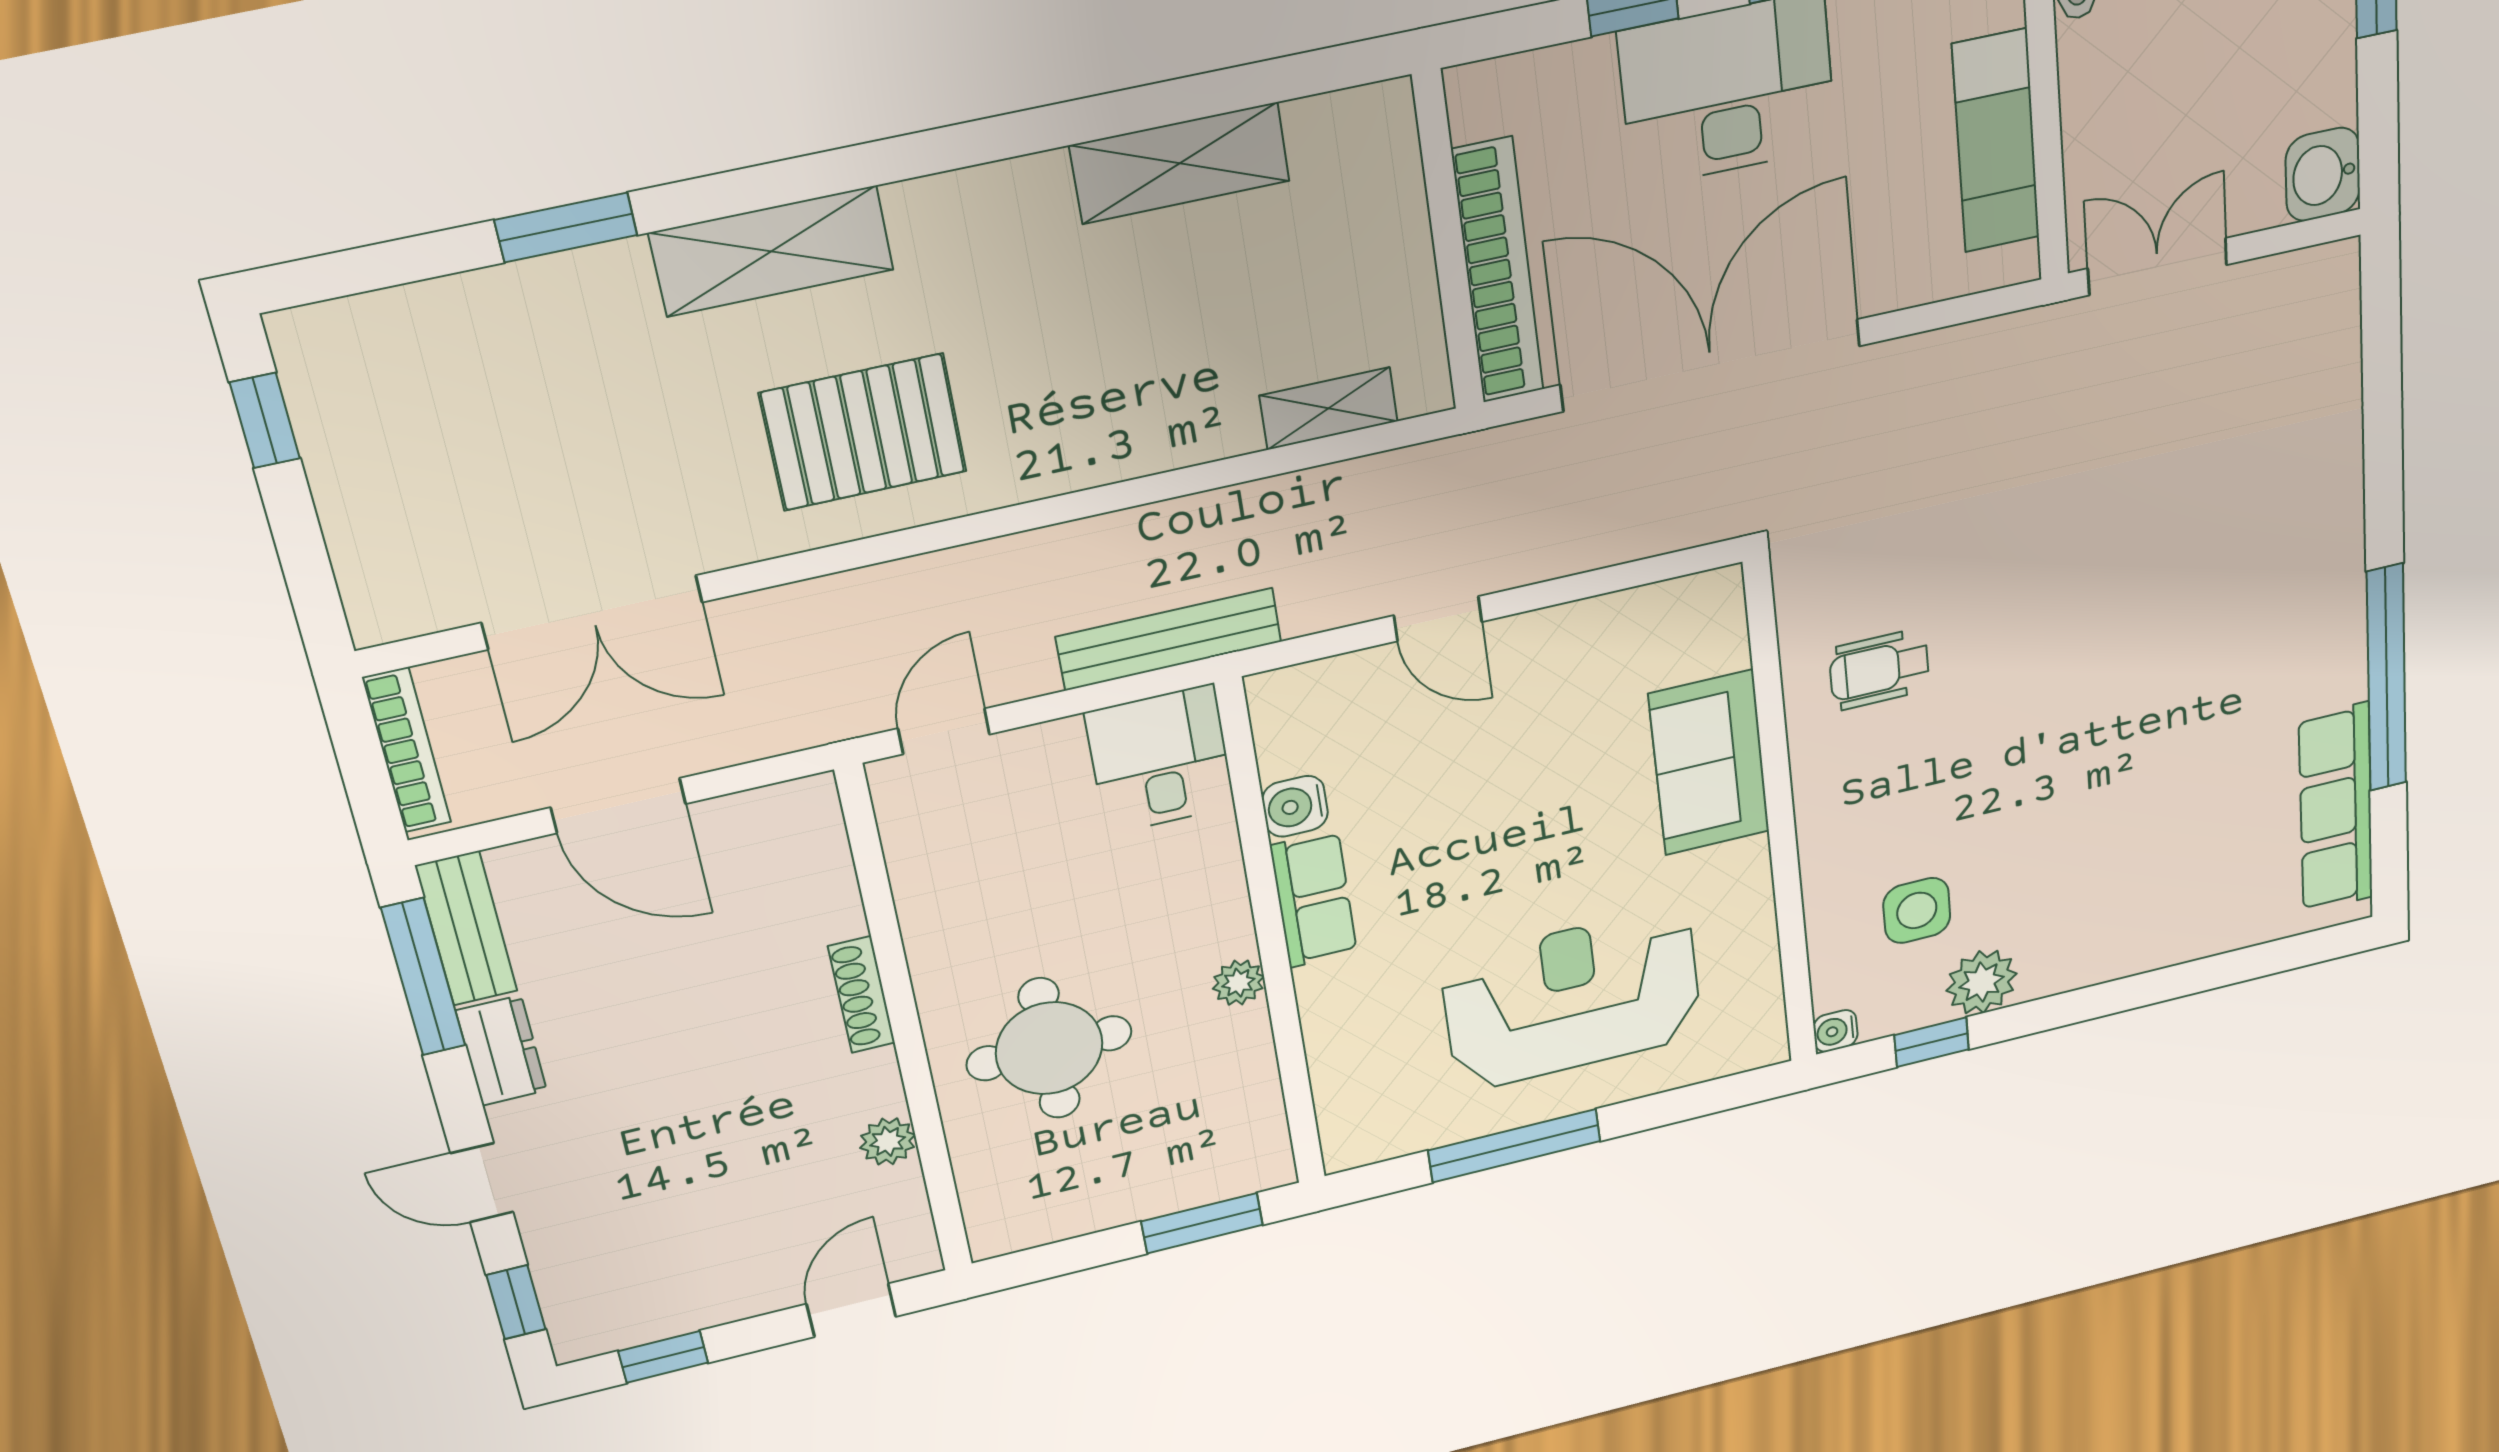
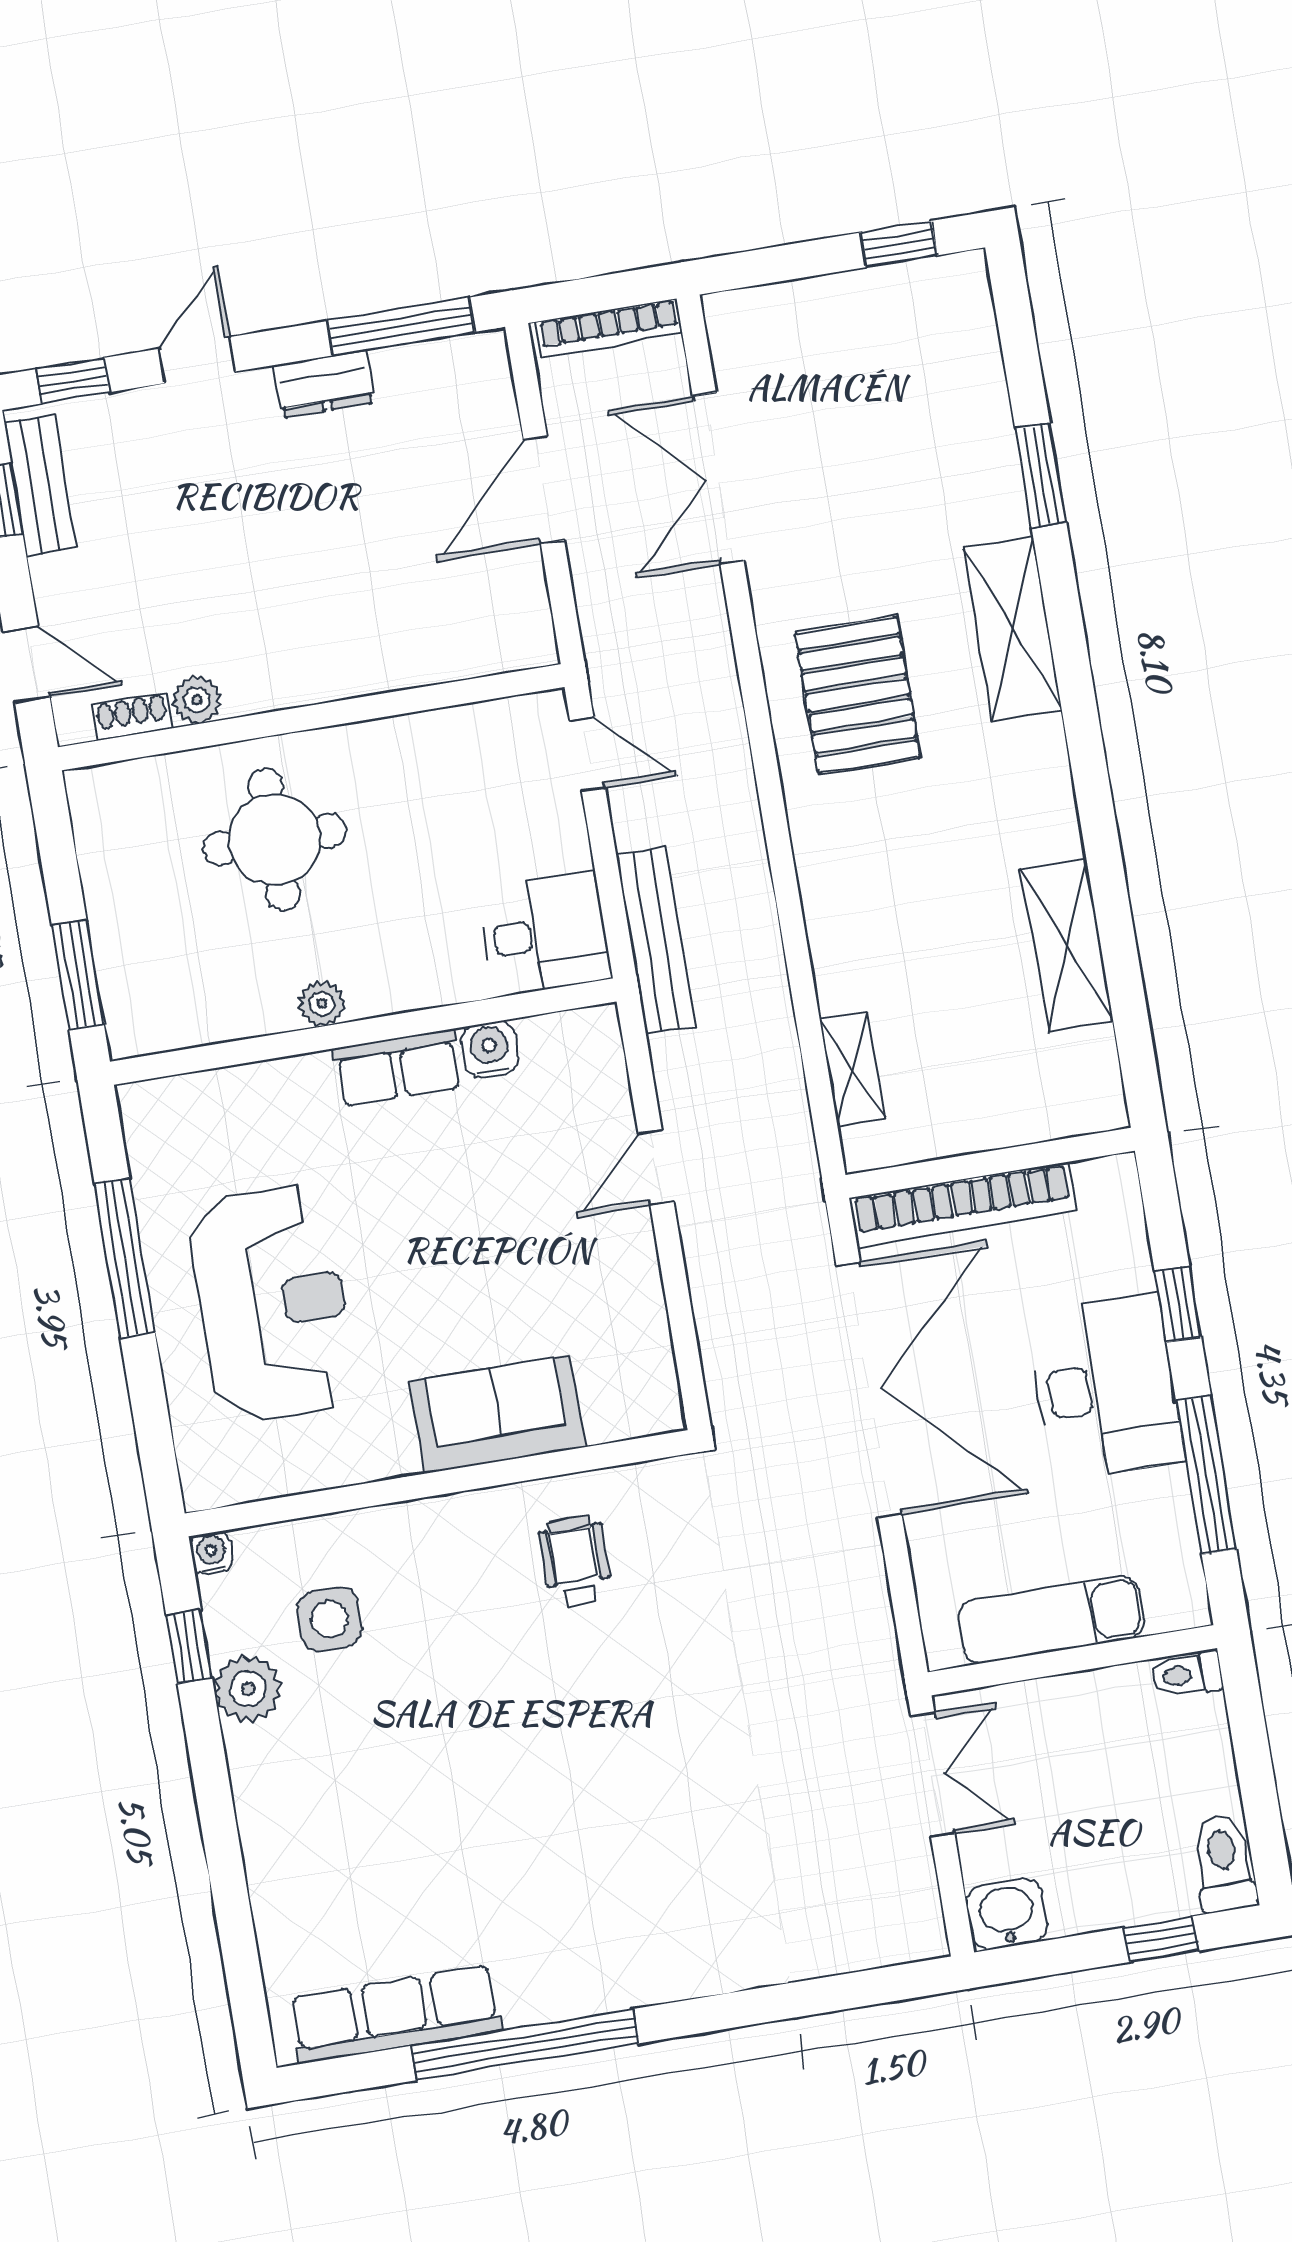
bench: (466, 929) -> (41, 486), moved, turned 90
shoe rack: (862, 995) -> (132, 716), moved, width x0.70

